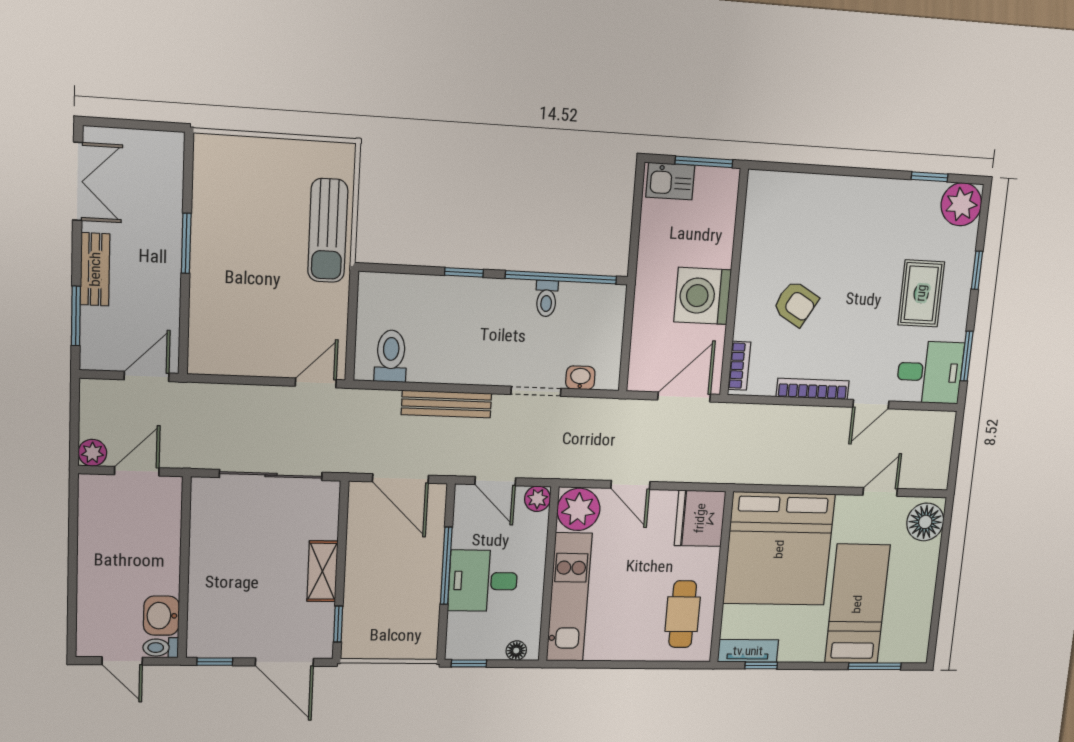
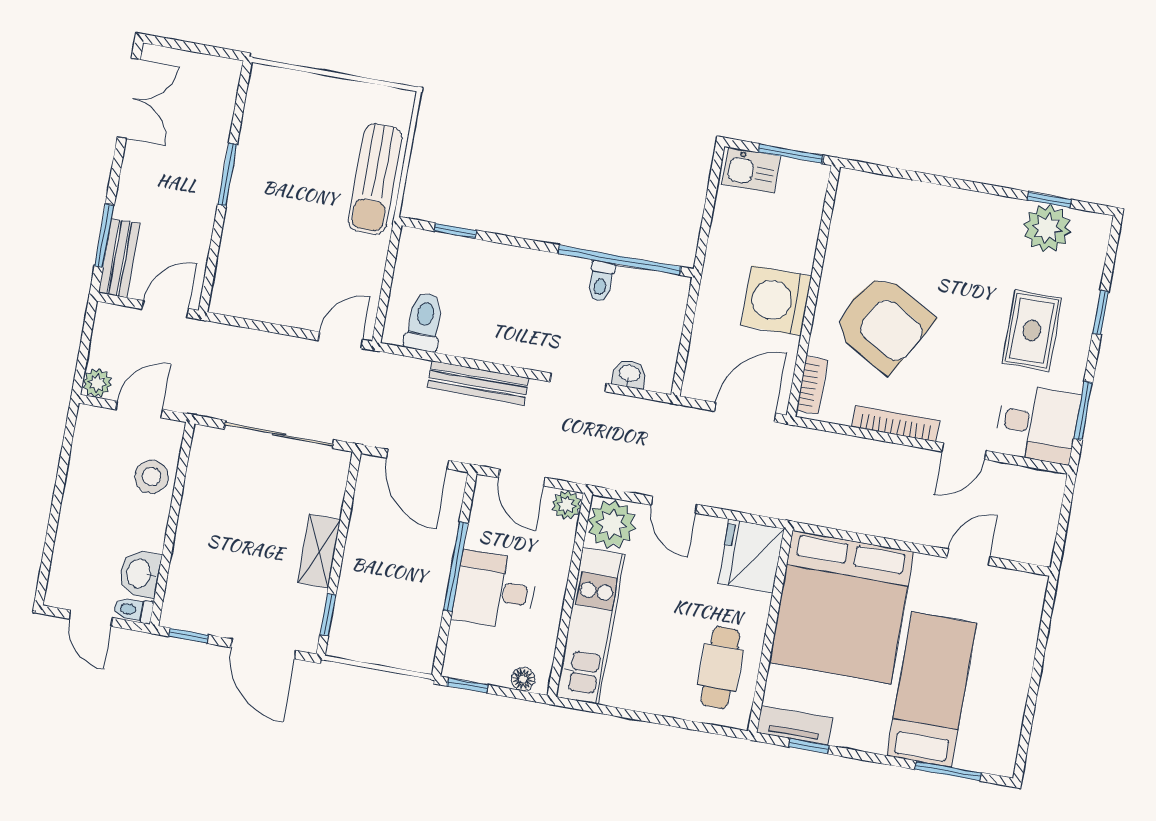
plant: (961, 204) -> (1047, 228), moved
bench: (95, 269) -> (119, 258), moved
window: (464, 272) -> (455, 231), moved
armchair: (796, 304) -> (883, 323), width x1.88, depth x1.88
floor lamp: (925, 522) -> (1021, 602), removed
stool: (158, 529) -> (151, 477), added

